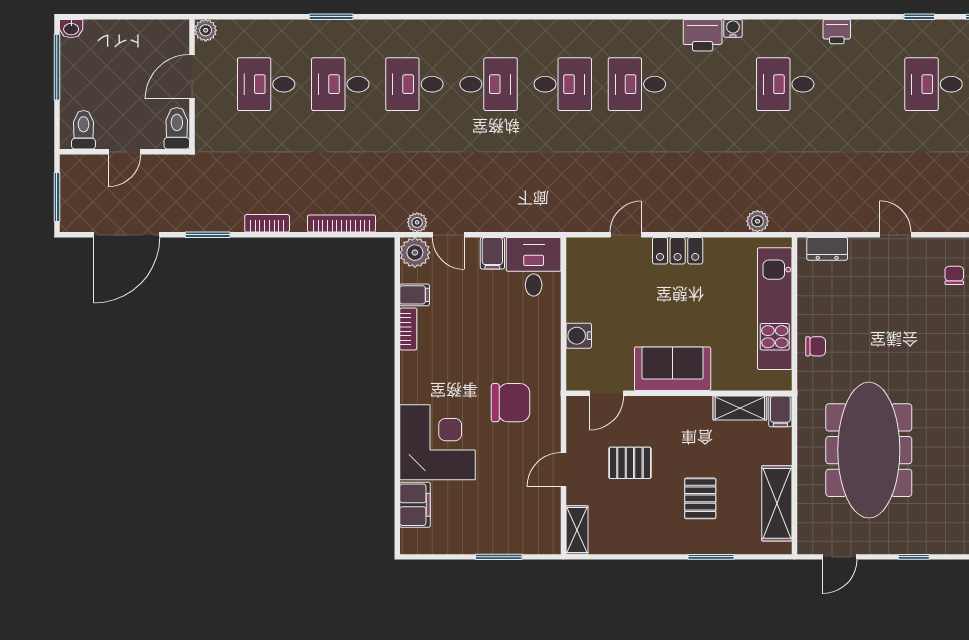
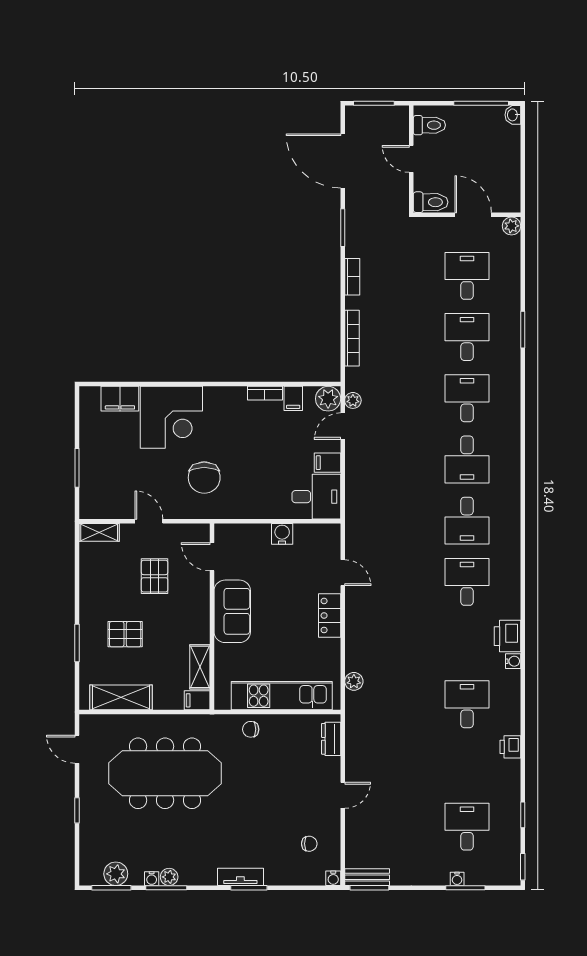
water cooler: (579, 336) -> (282, 534), moved
chair: (816, 346) -> (251, 729), turned 90

